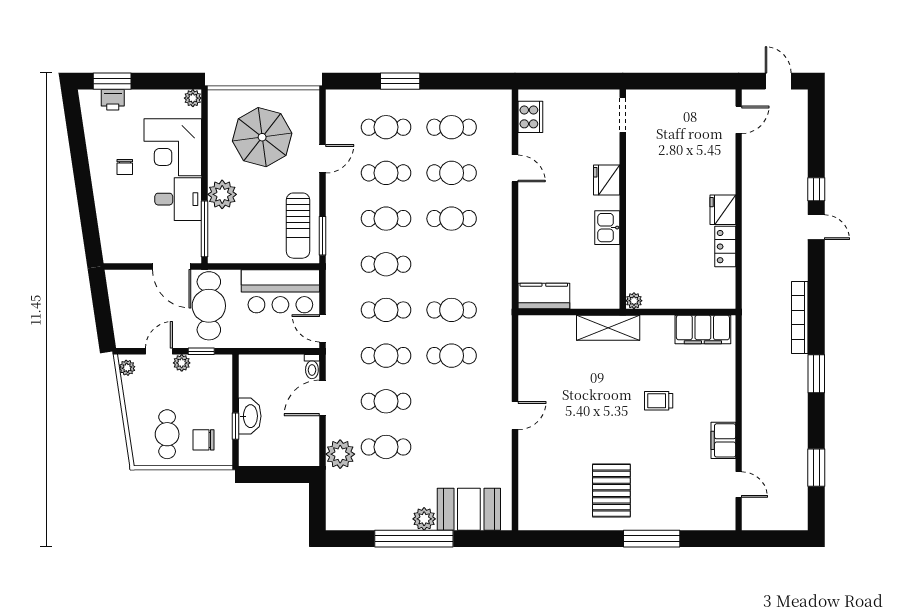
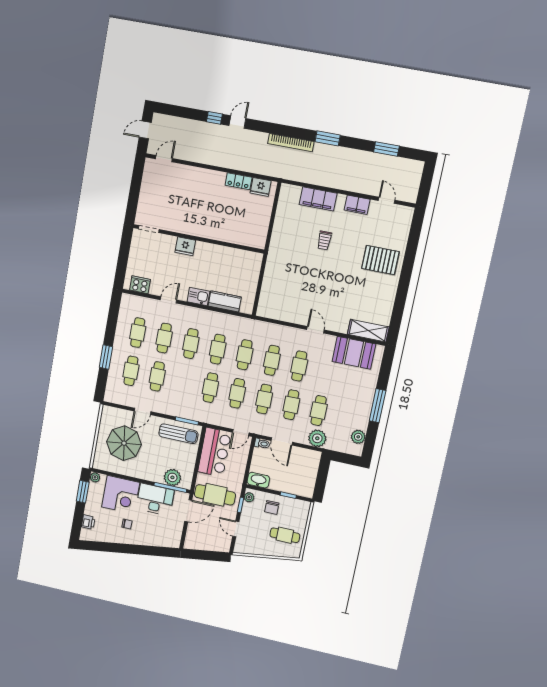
window: (112, 81) -> (83, 492), moved
door: (739, 120) -> (164, 159), hinge flipped
door: (323, 159) -> (142, 411), swing flipped
plant: (222, 194) -> (172, 477), moved
desk: (178, 199) -> (155, 499), width x1.37
fridge: (723, 210) -> (261, 187), moved
cafe table: (386, 219) -> (218, 349), moved
kitchen sink: (607, 228) -> (198, 296), moved, turned 180
kitchen counter: (544, 296) -> (225, 301), moved, turned 90
plant: (634, 301) -> (261, 244), removed
shelving: (608, 328) -> (368, 331), moved, turned 90
filing cabinet: (703, 330) -> (318, 199), moved, turned 90
plant: (182, 363) -> (249, 497), moved
plant: (127, 368) -> (242, 549), removed
cafe table: (452, 401) -> (299, 366), added
washbasin: (250, 416) -> (258, 480), moved
chair: (204, 440) -> (272, 507), moved
door: (739, 485) -> (387, 200), hinge flipped
pallet: (611, 490) -> (380, 260), moved
booth: (469, 509) -> (354, 353), moved, turned 90
plant: (424, 519) -> (358, 437), moved
window: (414, 539) -> (377, 406), width x0.68
window: (652, 539) -> (409, 261), removed

